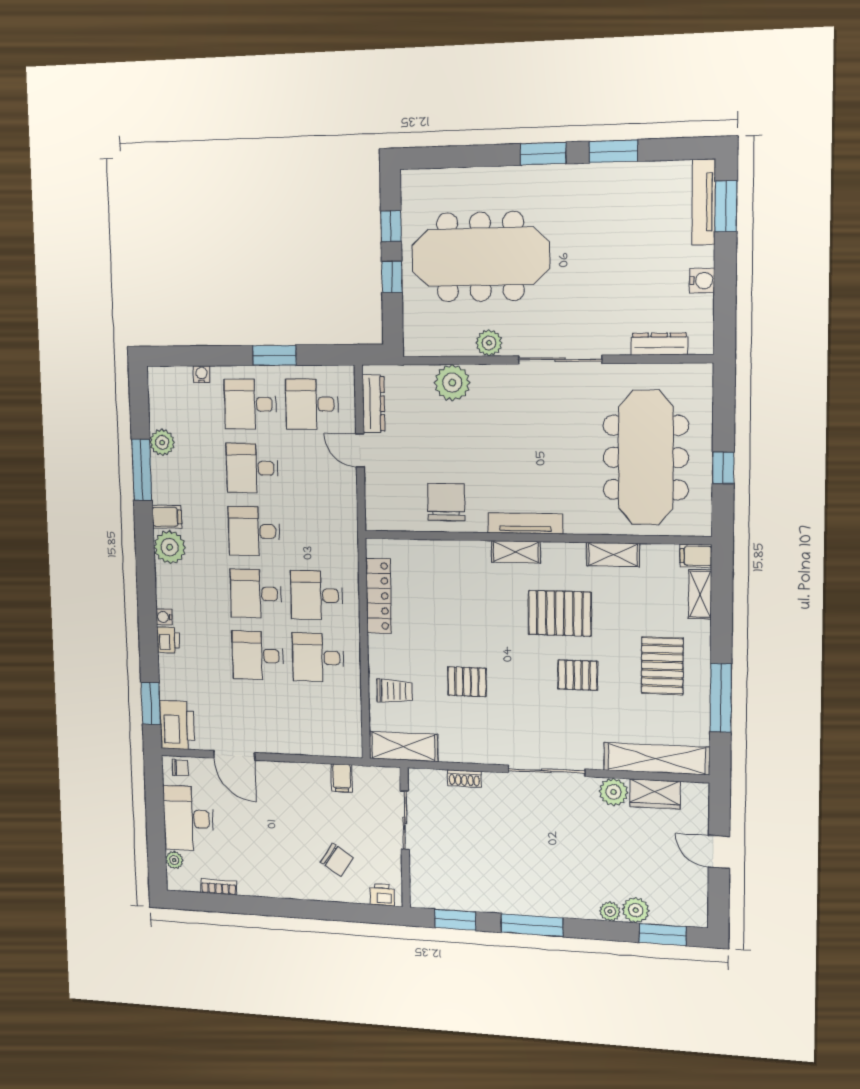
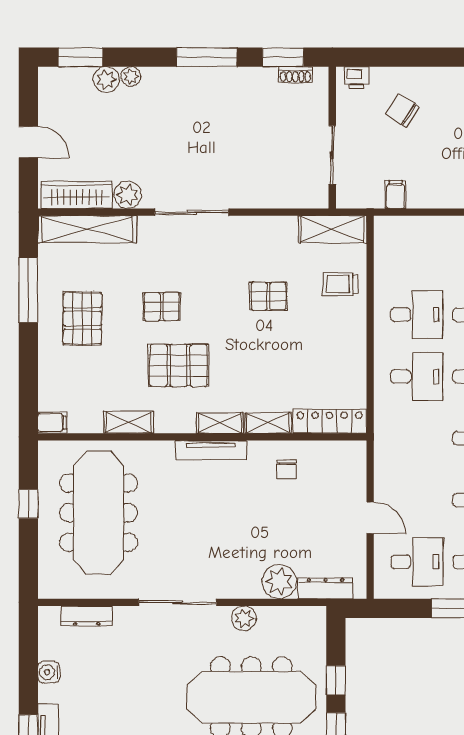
dresser: (374, 404) -> (326, 588), moved, turned 90
chair: (446, 502) -> (287, 469), width x0.54, depth x0.54
shelving: (700, 594) -> (268, 423), moved, turned 90
locker: (379, 596) -> (330, 421), moved, turned 90
shoe rack: (464, 778) -> (295, 75), moved, turned 180
wardrobe: (655, 794) -> (77, 195), width x1.50

